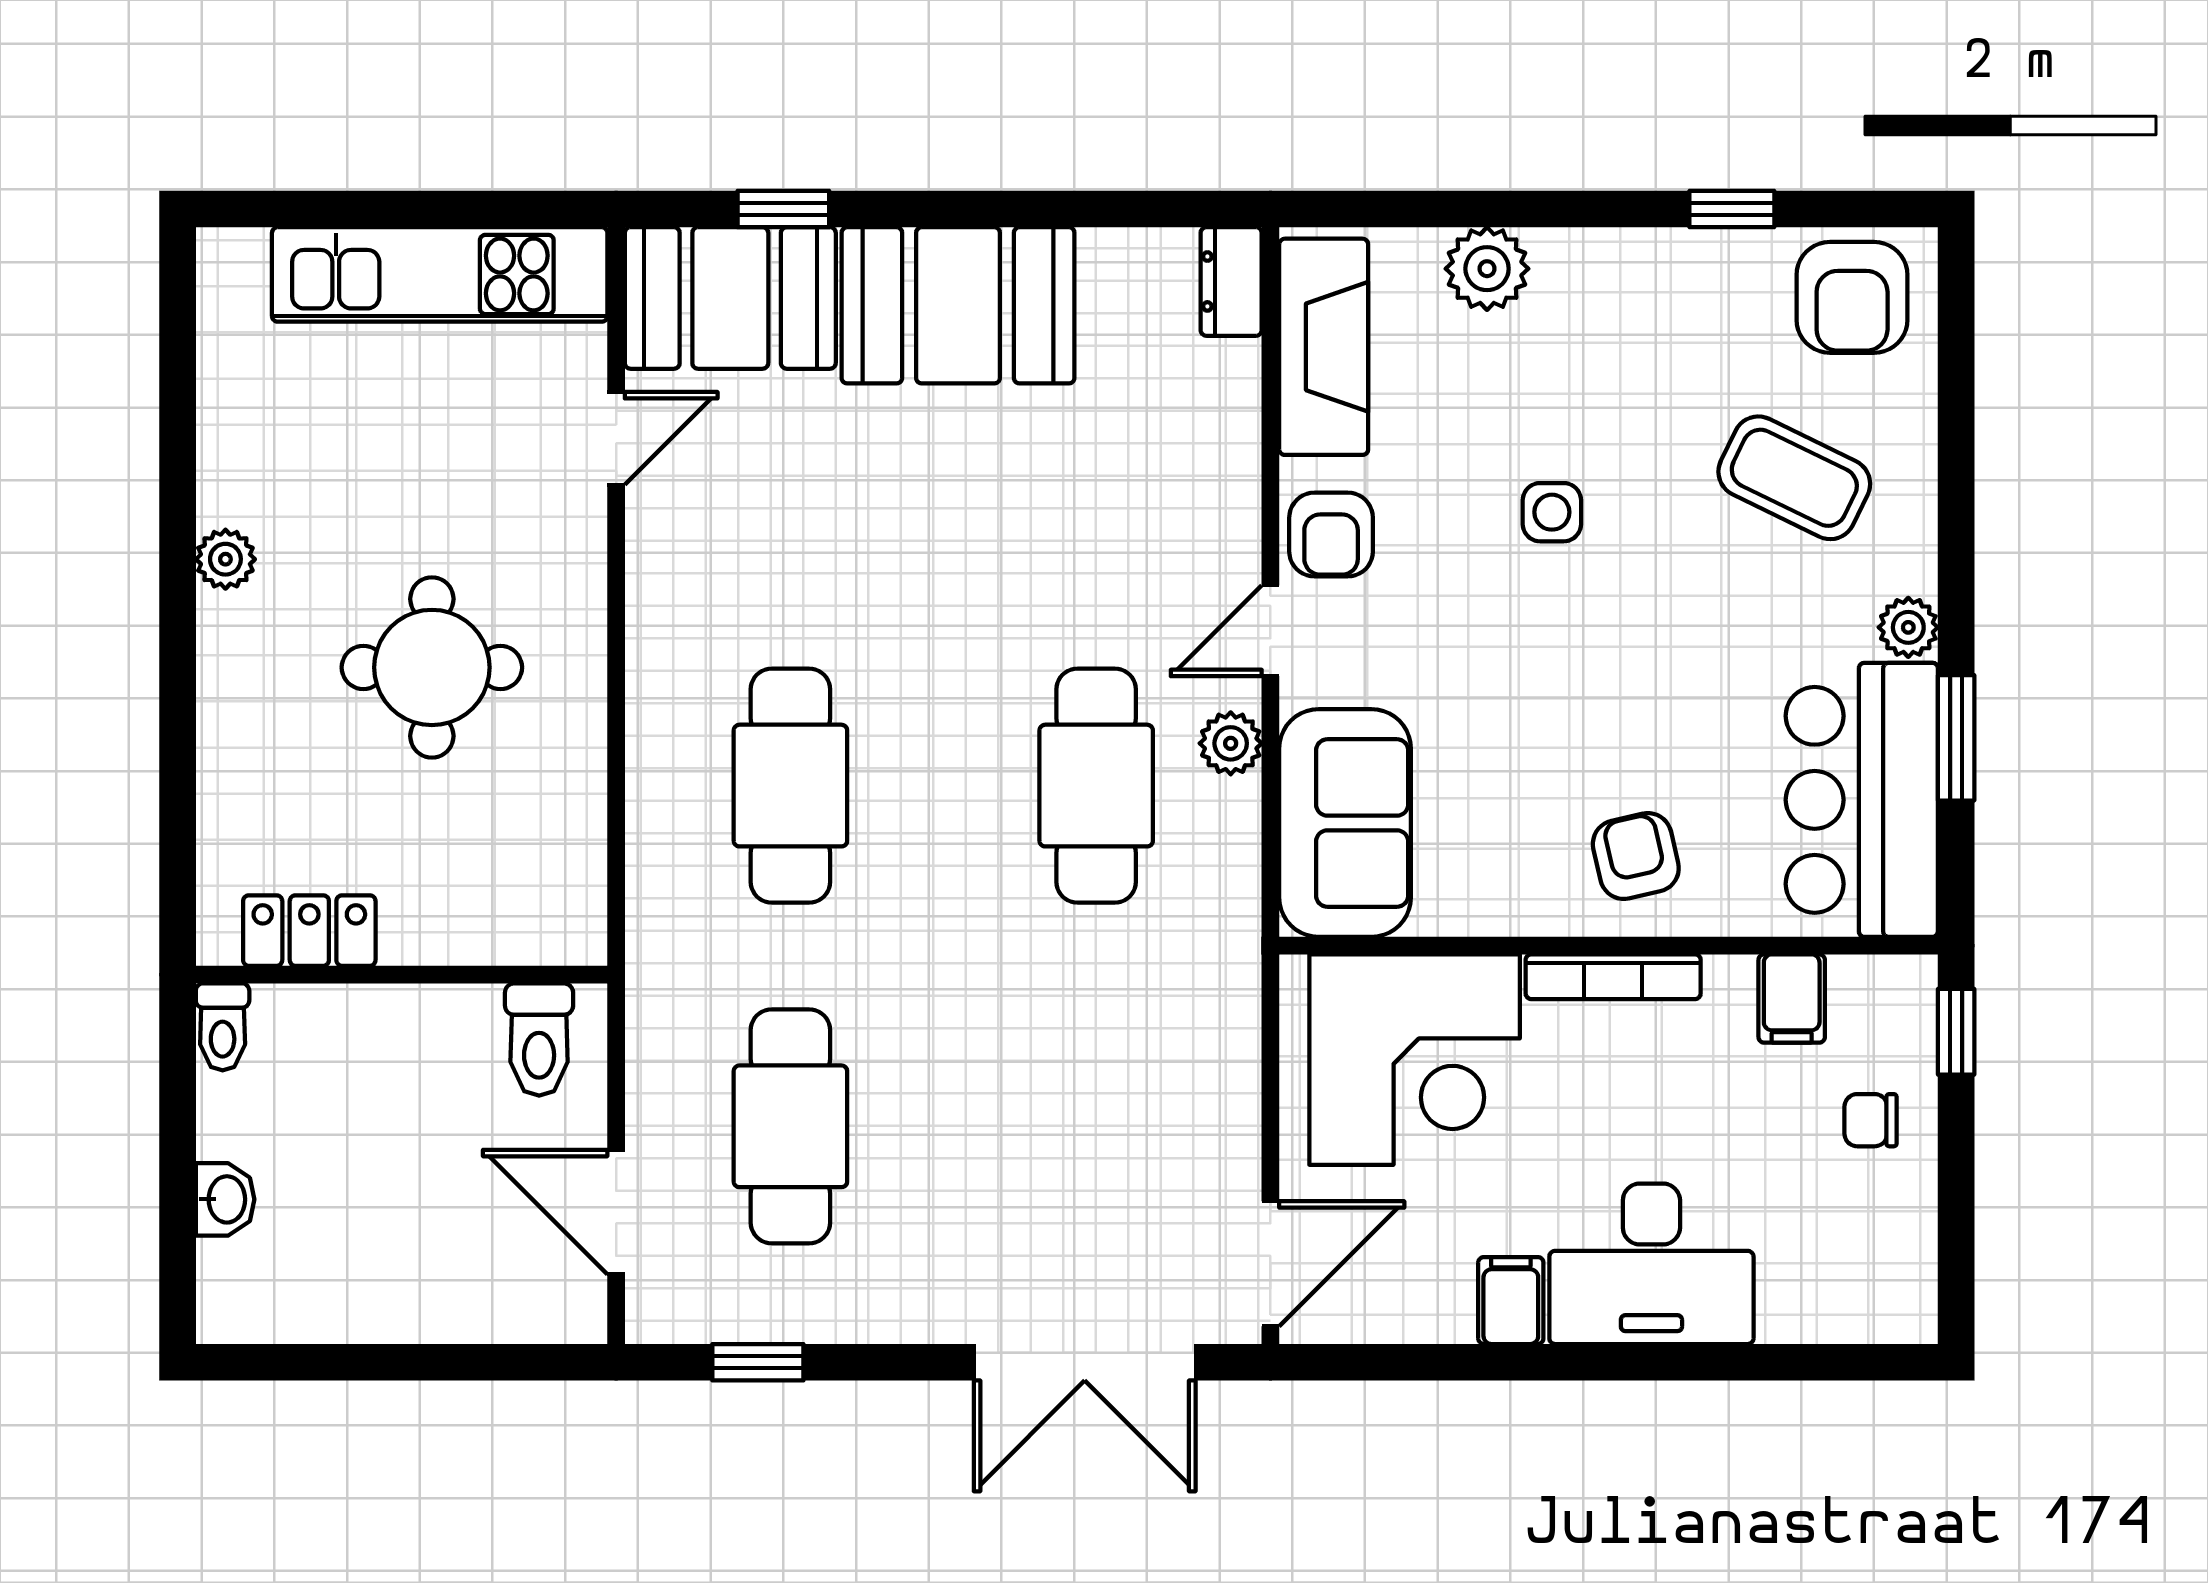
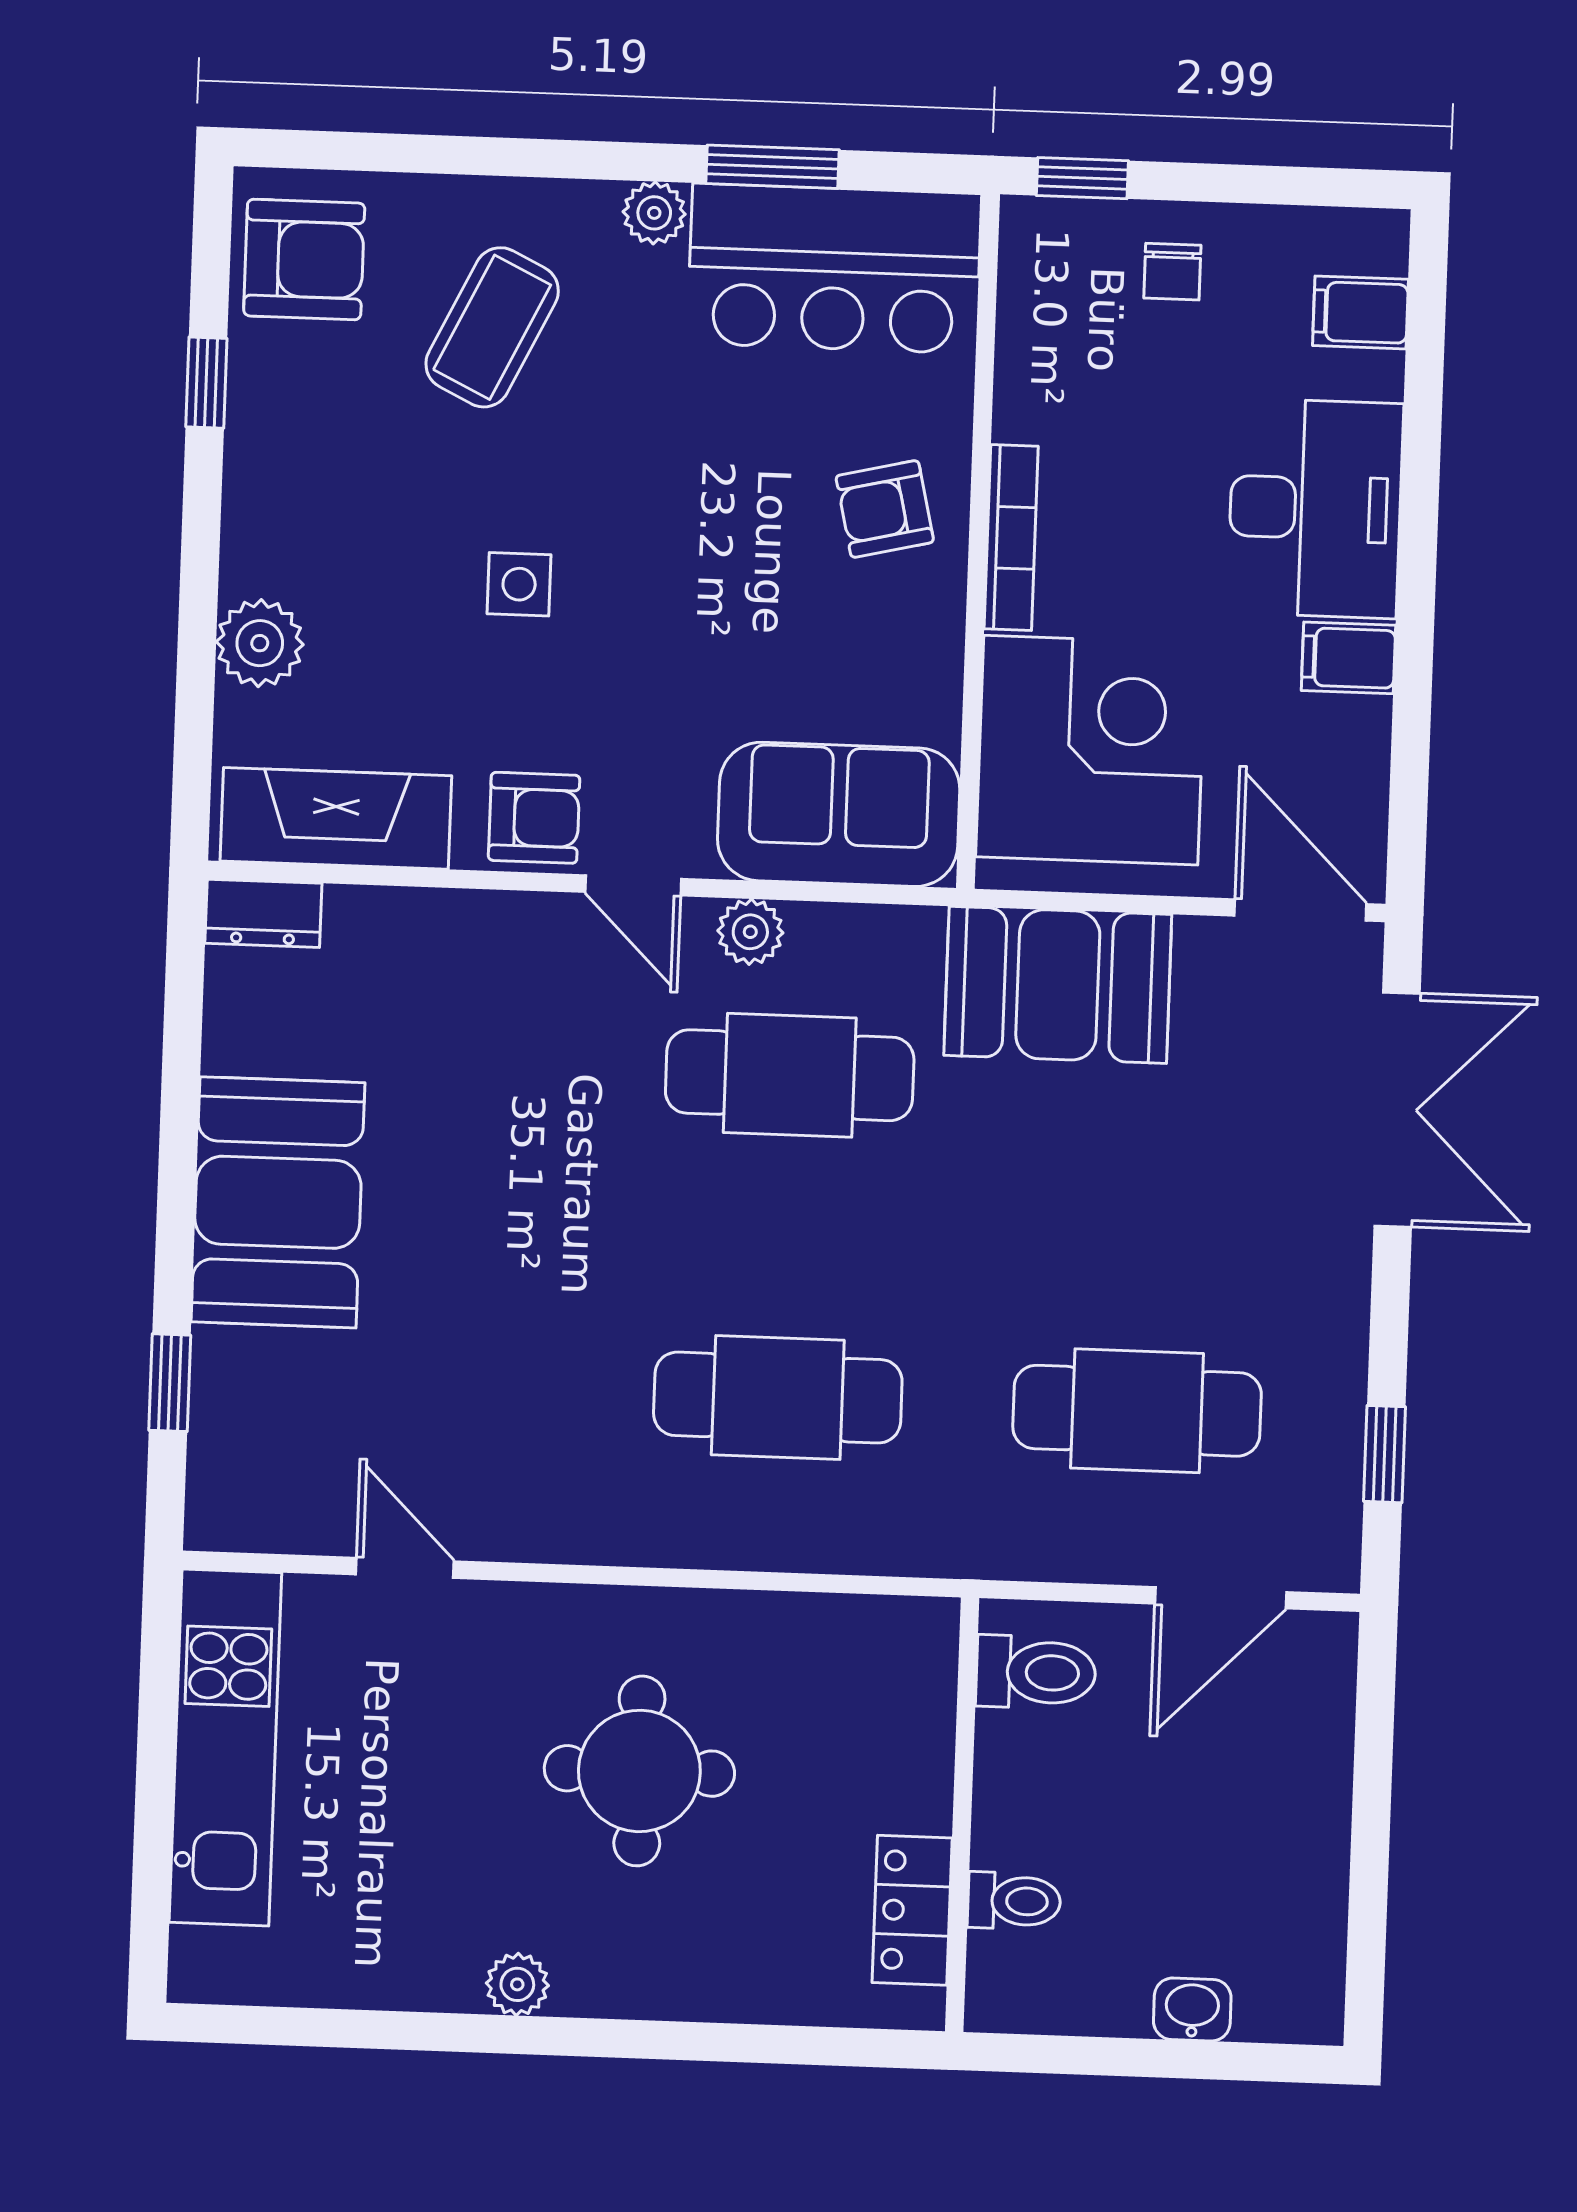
booth: (730, 298) -> (1058, 985), moved, turned 90
filing cabinet: (1792, 999) -> (1360, 312), moved, turned 180
toilet: (223, 1027) -> (1014, 1901), moved

